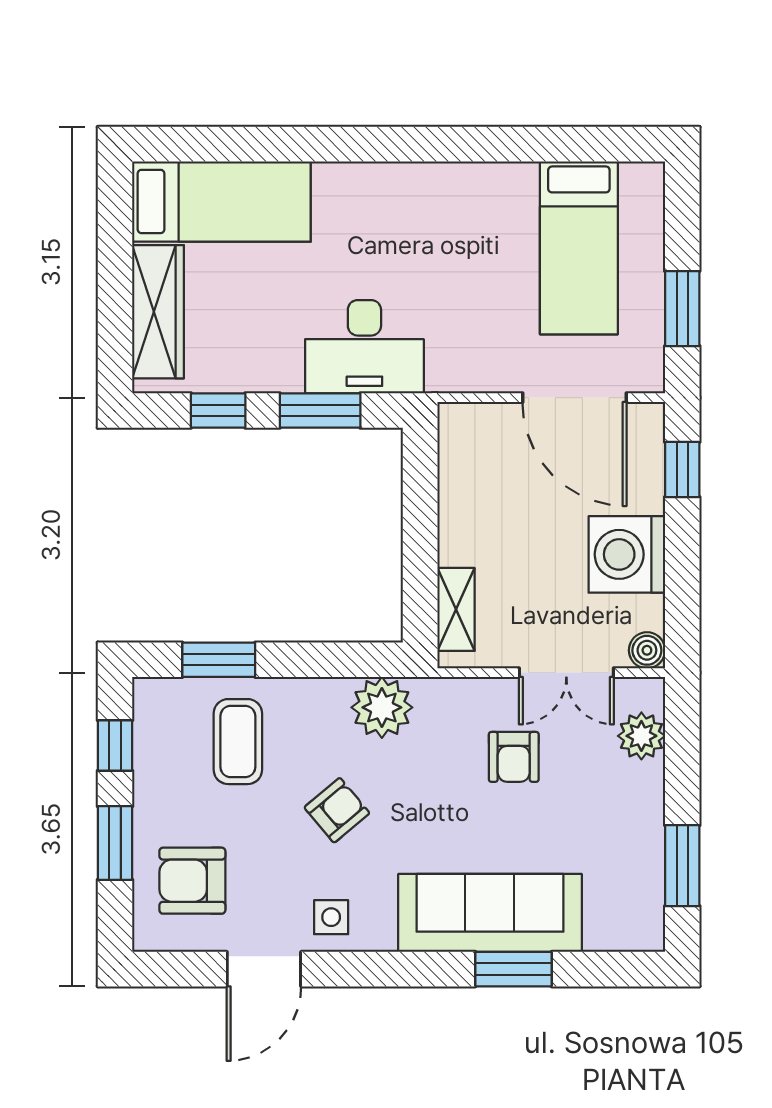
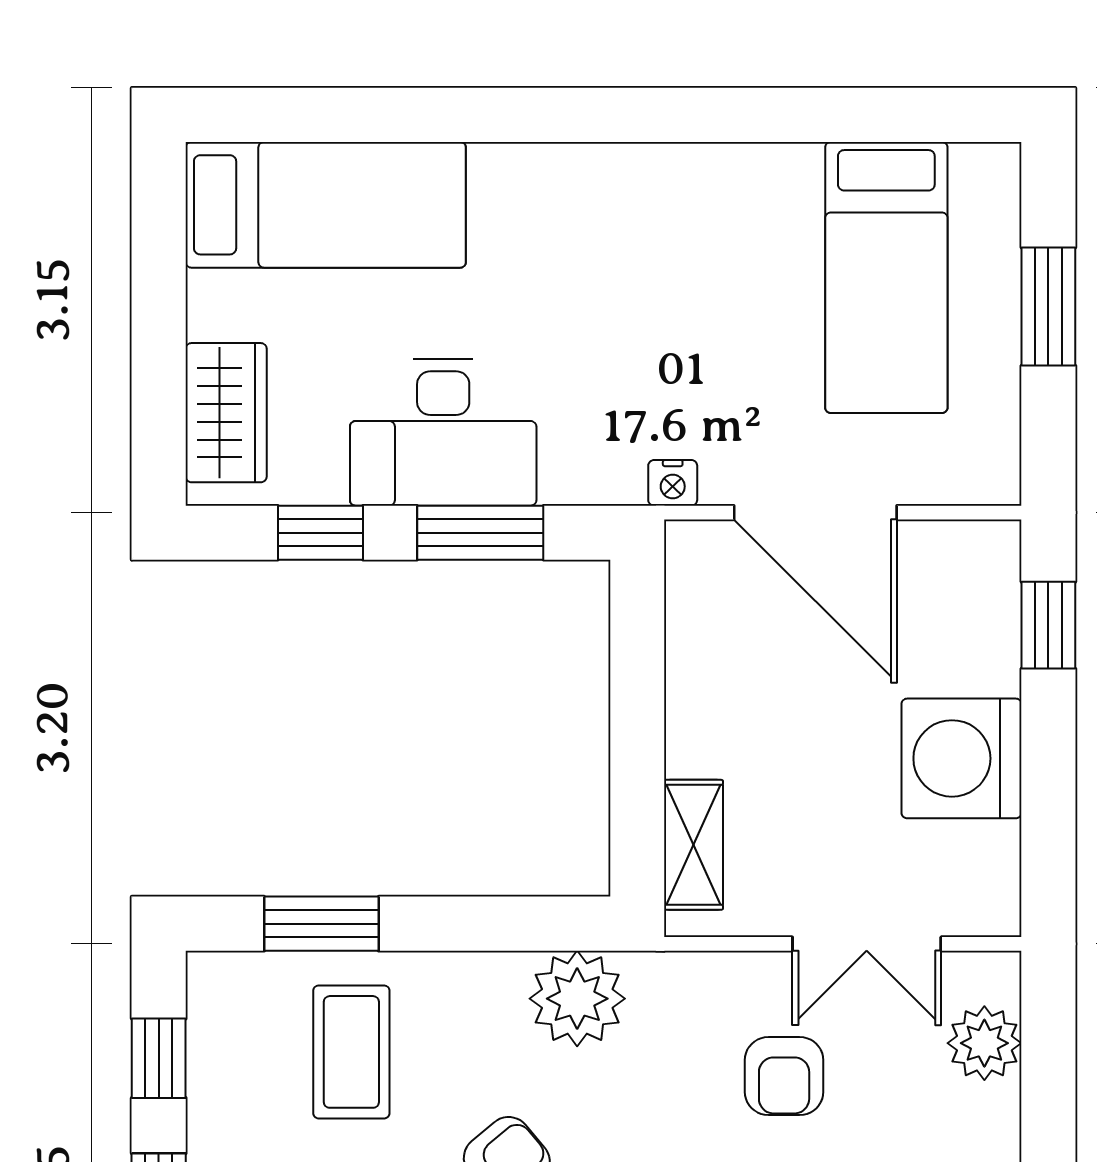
window: (682, 309) -> (1048, 307), moved
wardrobe: (158, 312) -> (226, 413), width x0.67
desk: (364, 347) -> (443, 433), moved
nightstand: (443, 379) -> (673, 483), added
door: (574, 398) -> (815, 513), moved
boiler: (647, 650) -> (993, 909), removed

